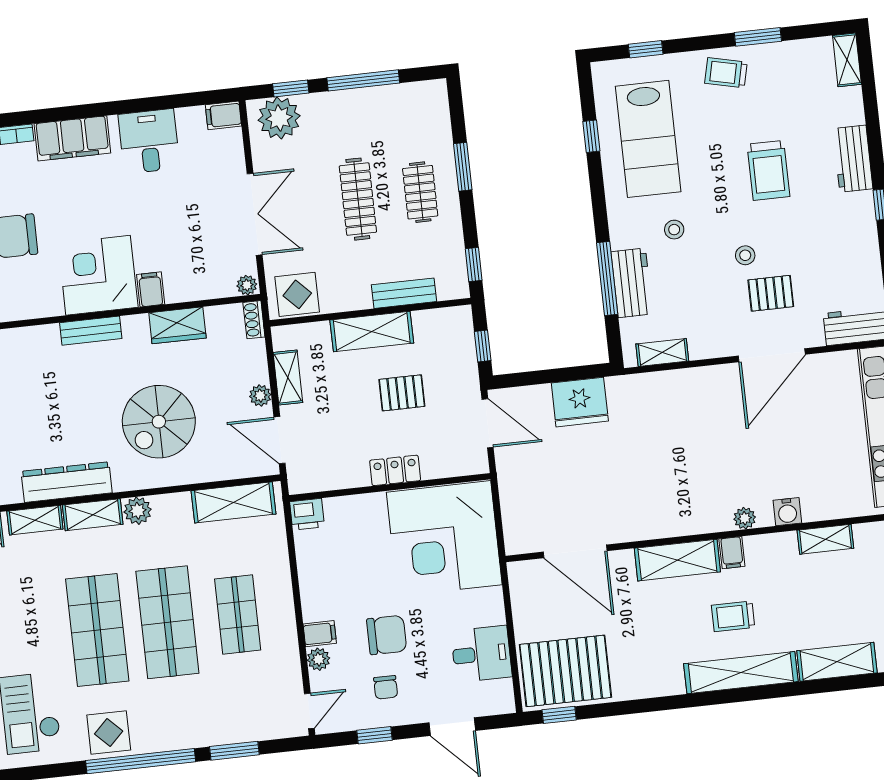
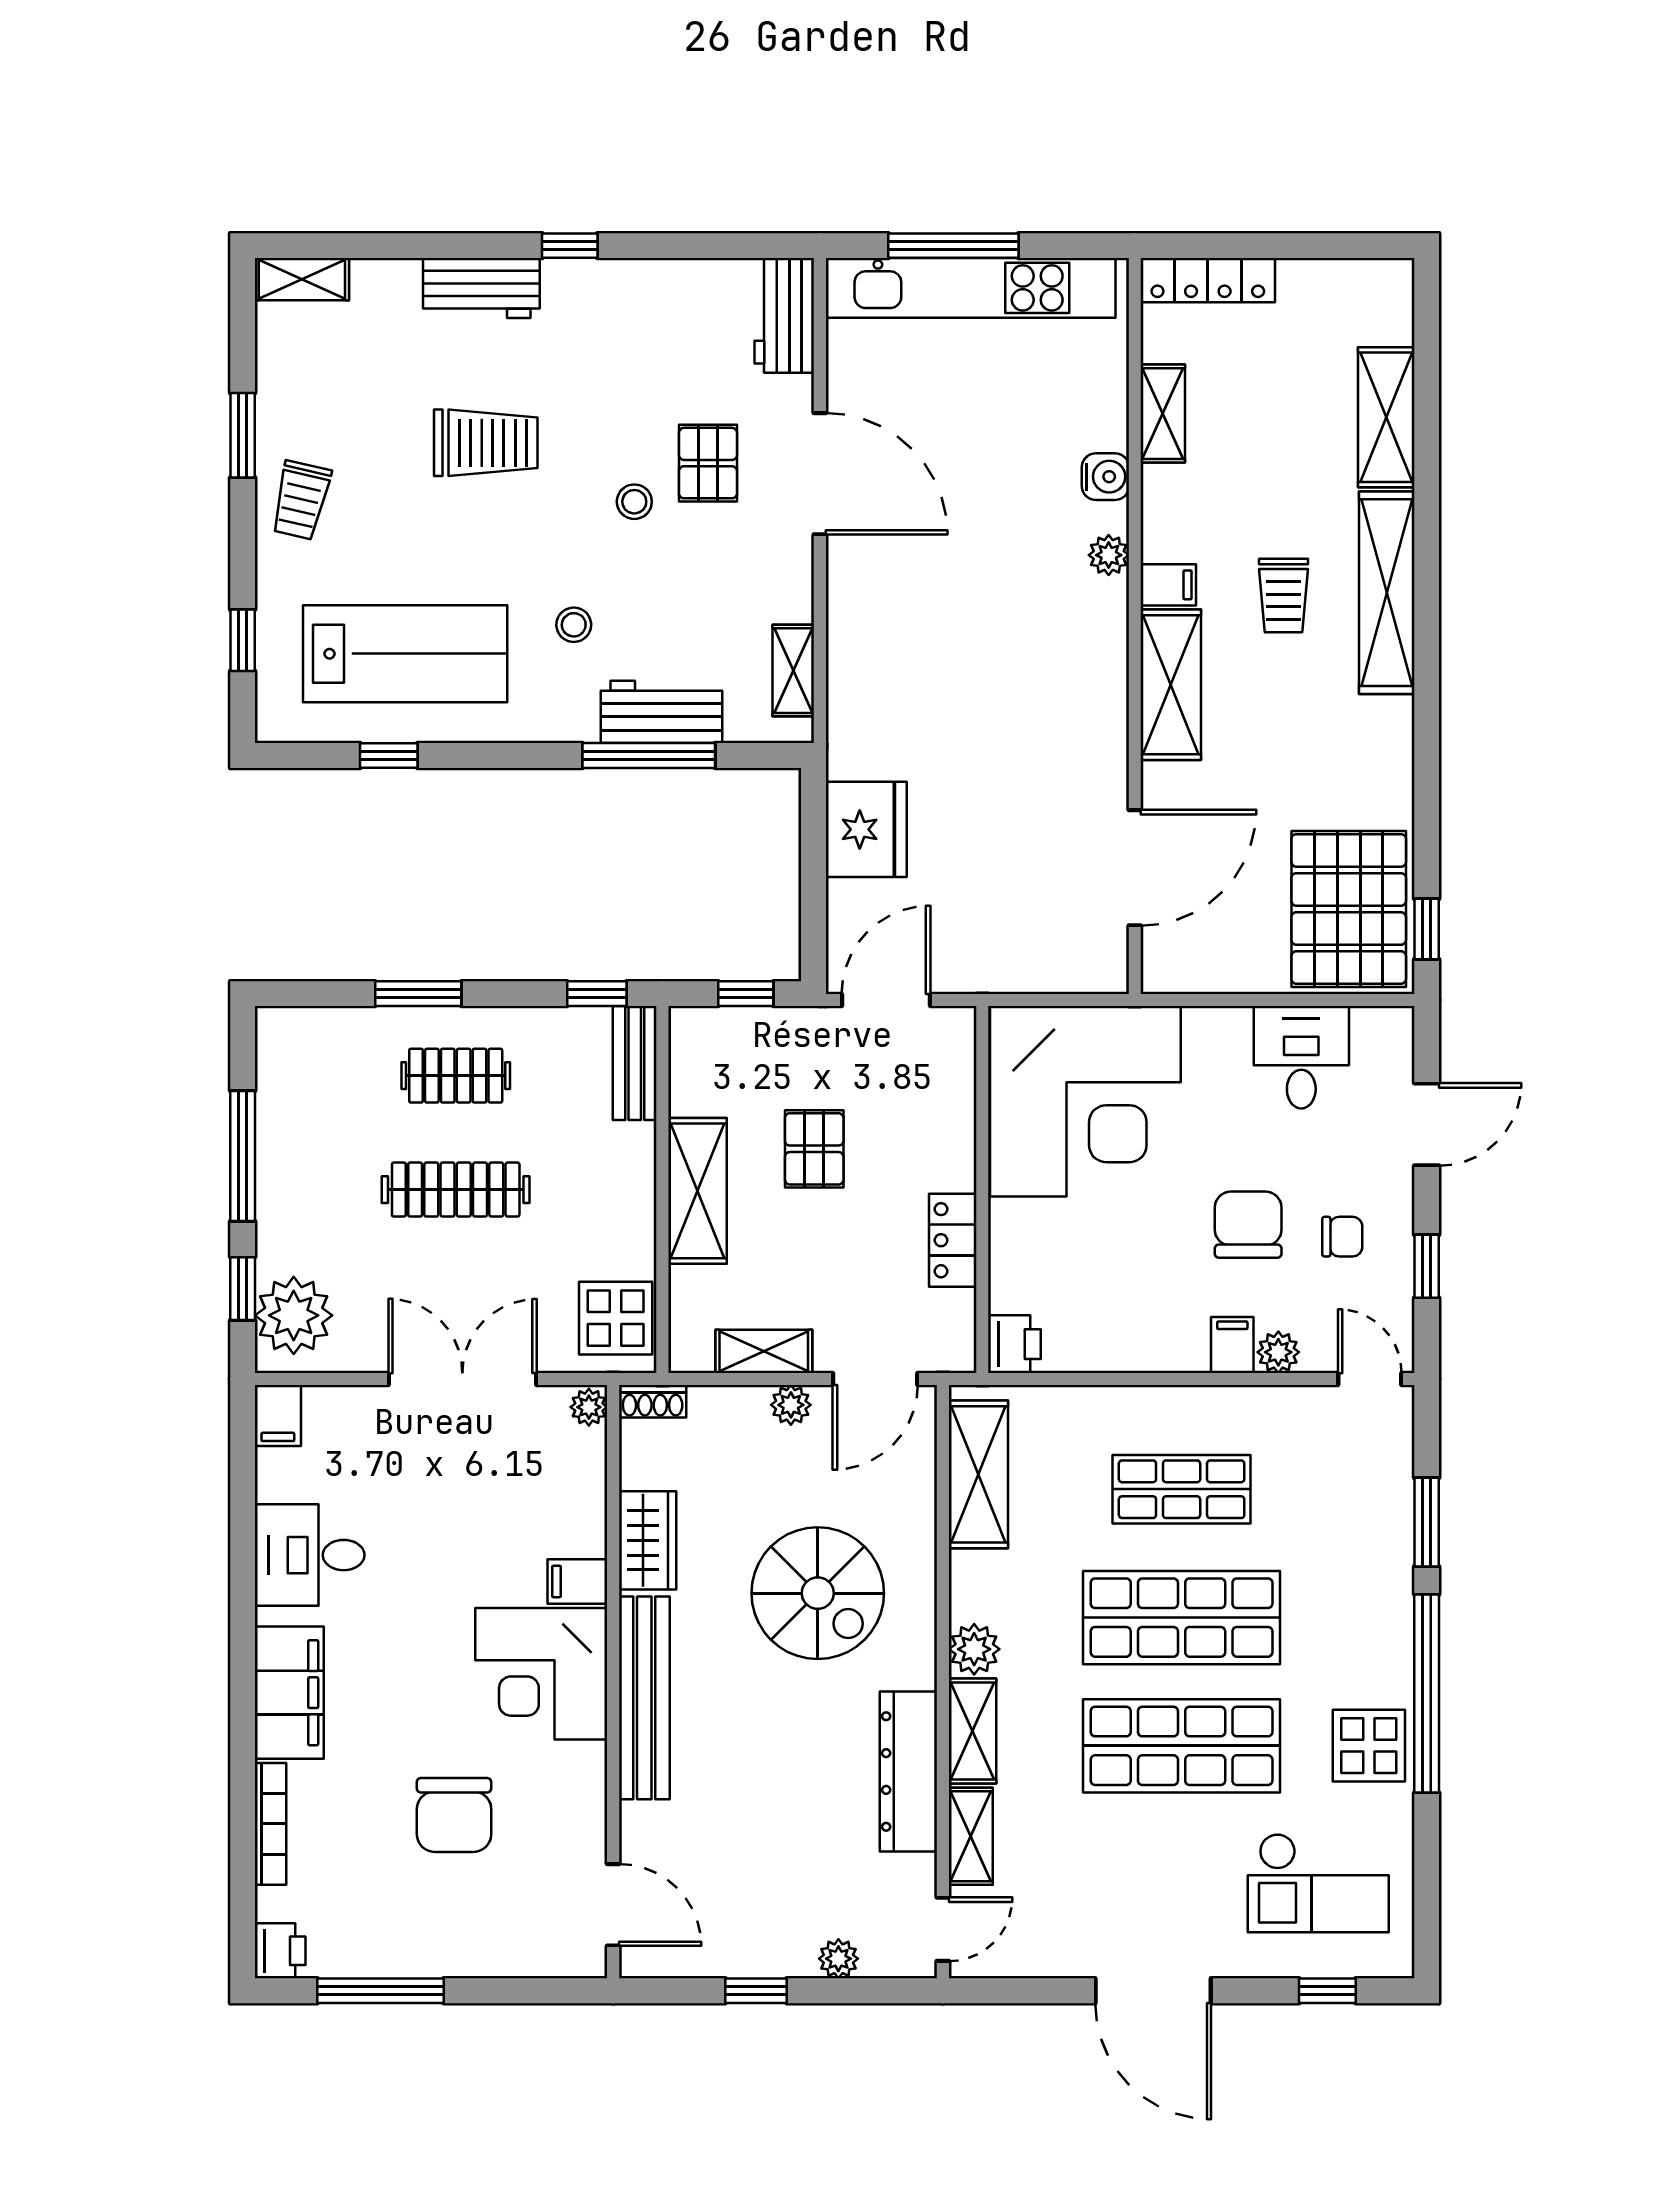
bench: (404, 293) -> (635, 1063), moved
bench: (91, 331) -> (644, 1698), width x1.86, depth x1.21
locker: (395, 470) -> (953, 1240), moved

